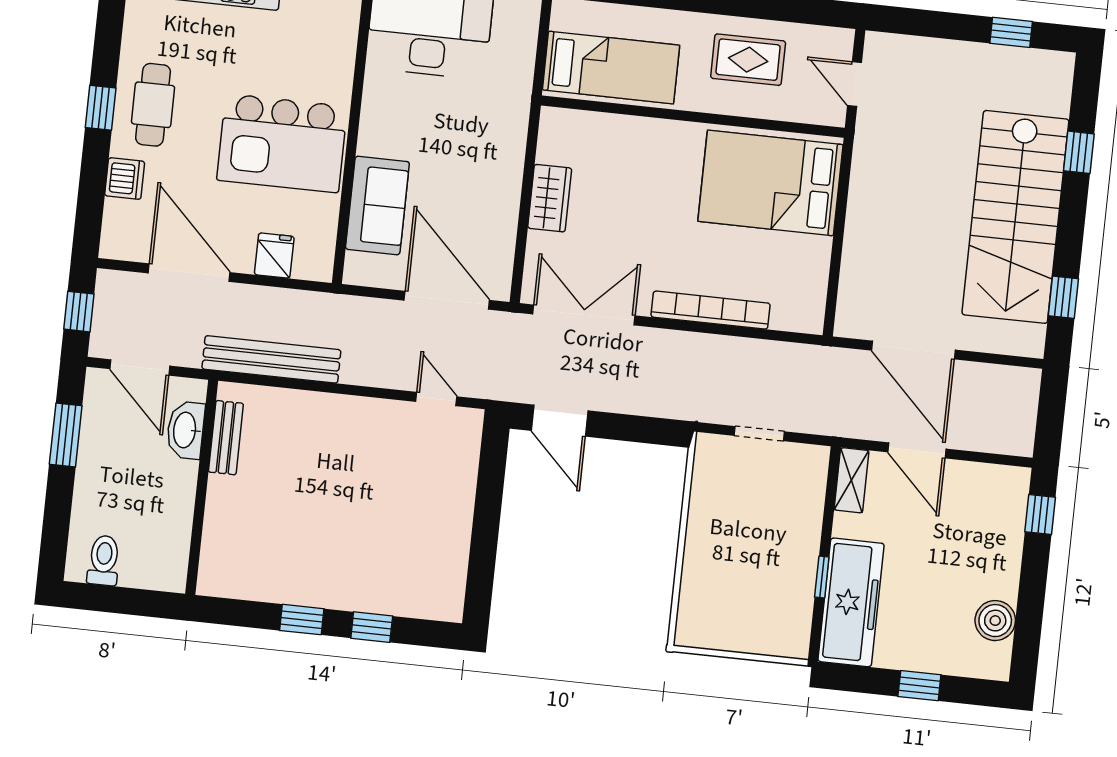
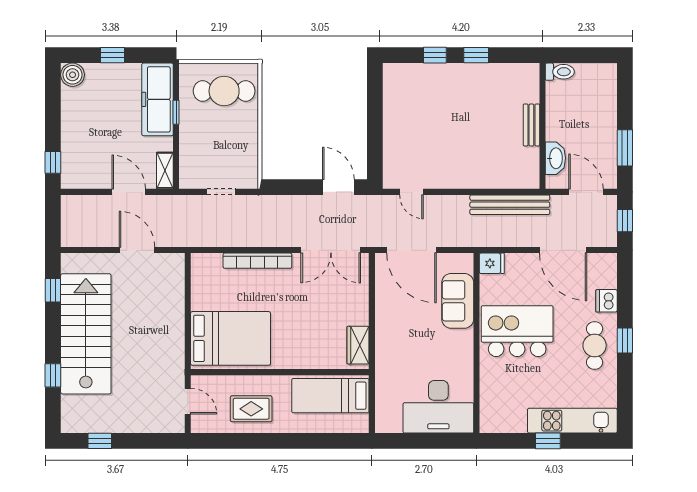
wardrobe: (550, 198) -> (358, 345), moved
fridge: (274, 256) -> (492, 263), moved, turned -90
door: (913, 350) -> (137, 250), width x0.73
bench: (226, 438) -> (531, 125), moved
toilet: (104, 560) -> (560, 72), moved, turned -90
cafe table: (736, 605) -> (224, 91), added
boiler: (995, 621) -> (73, 75), moved

